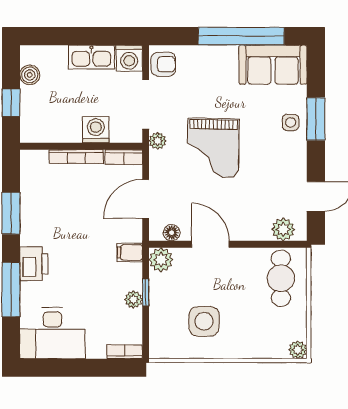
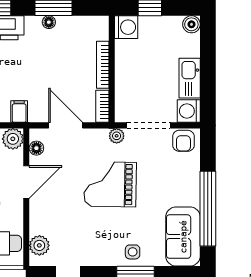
boiler: (30, 75) -> (191, 24), moved
washing machine: (96, 130) -> (126, 27), moved
floor lamp: (27, 218) -> (49, 22), added

